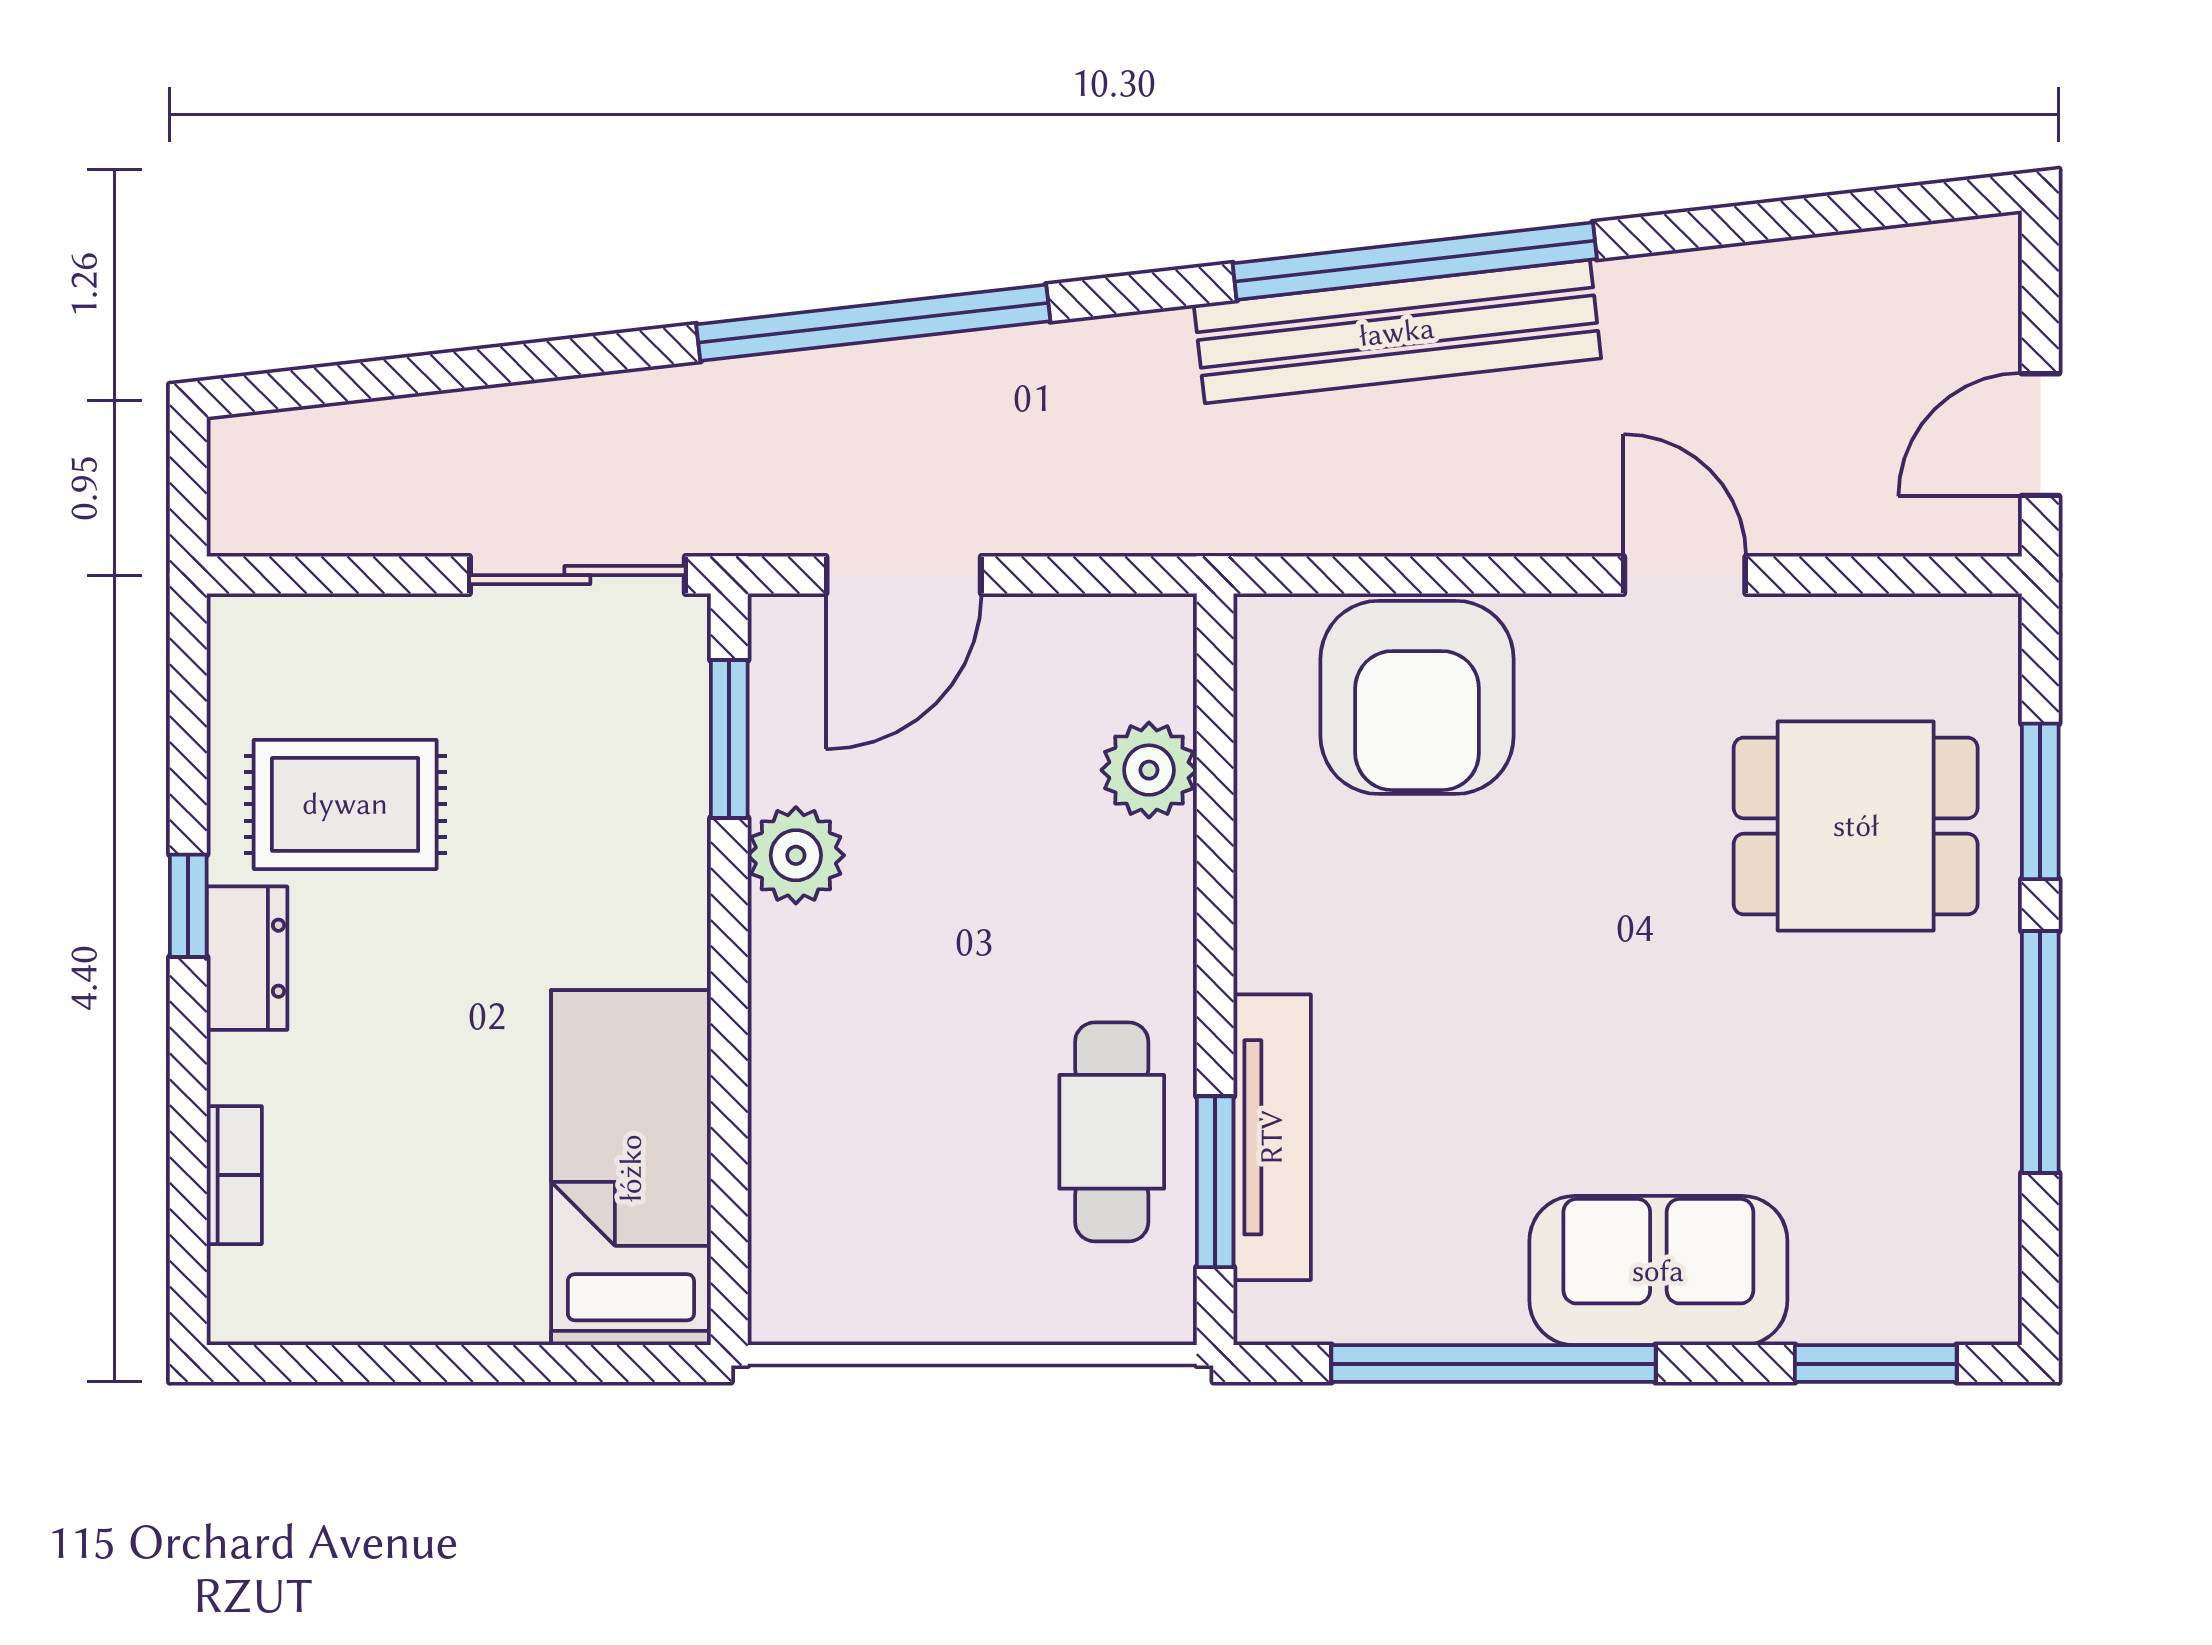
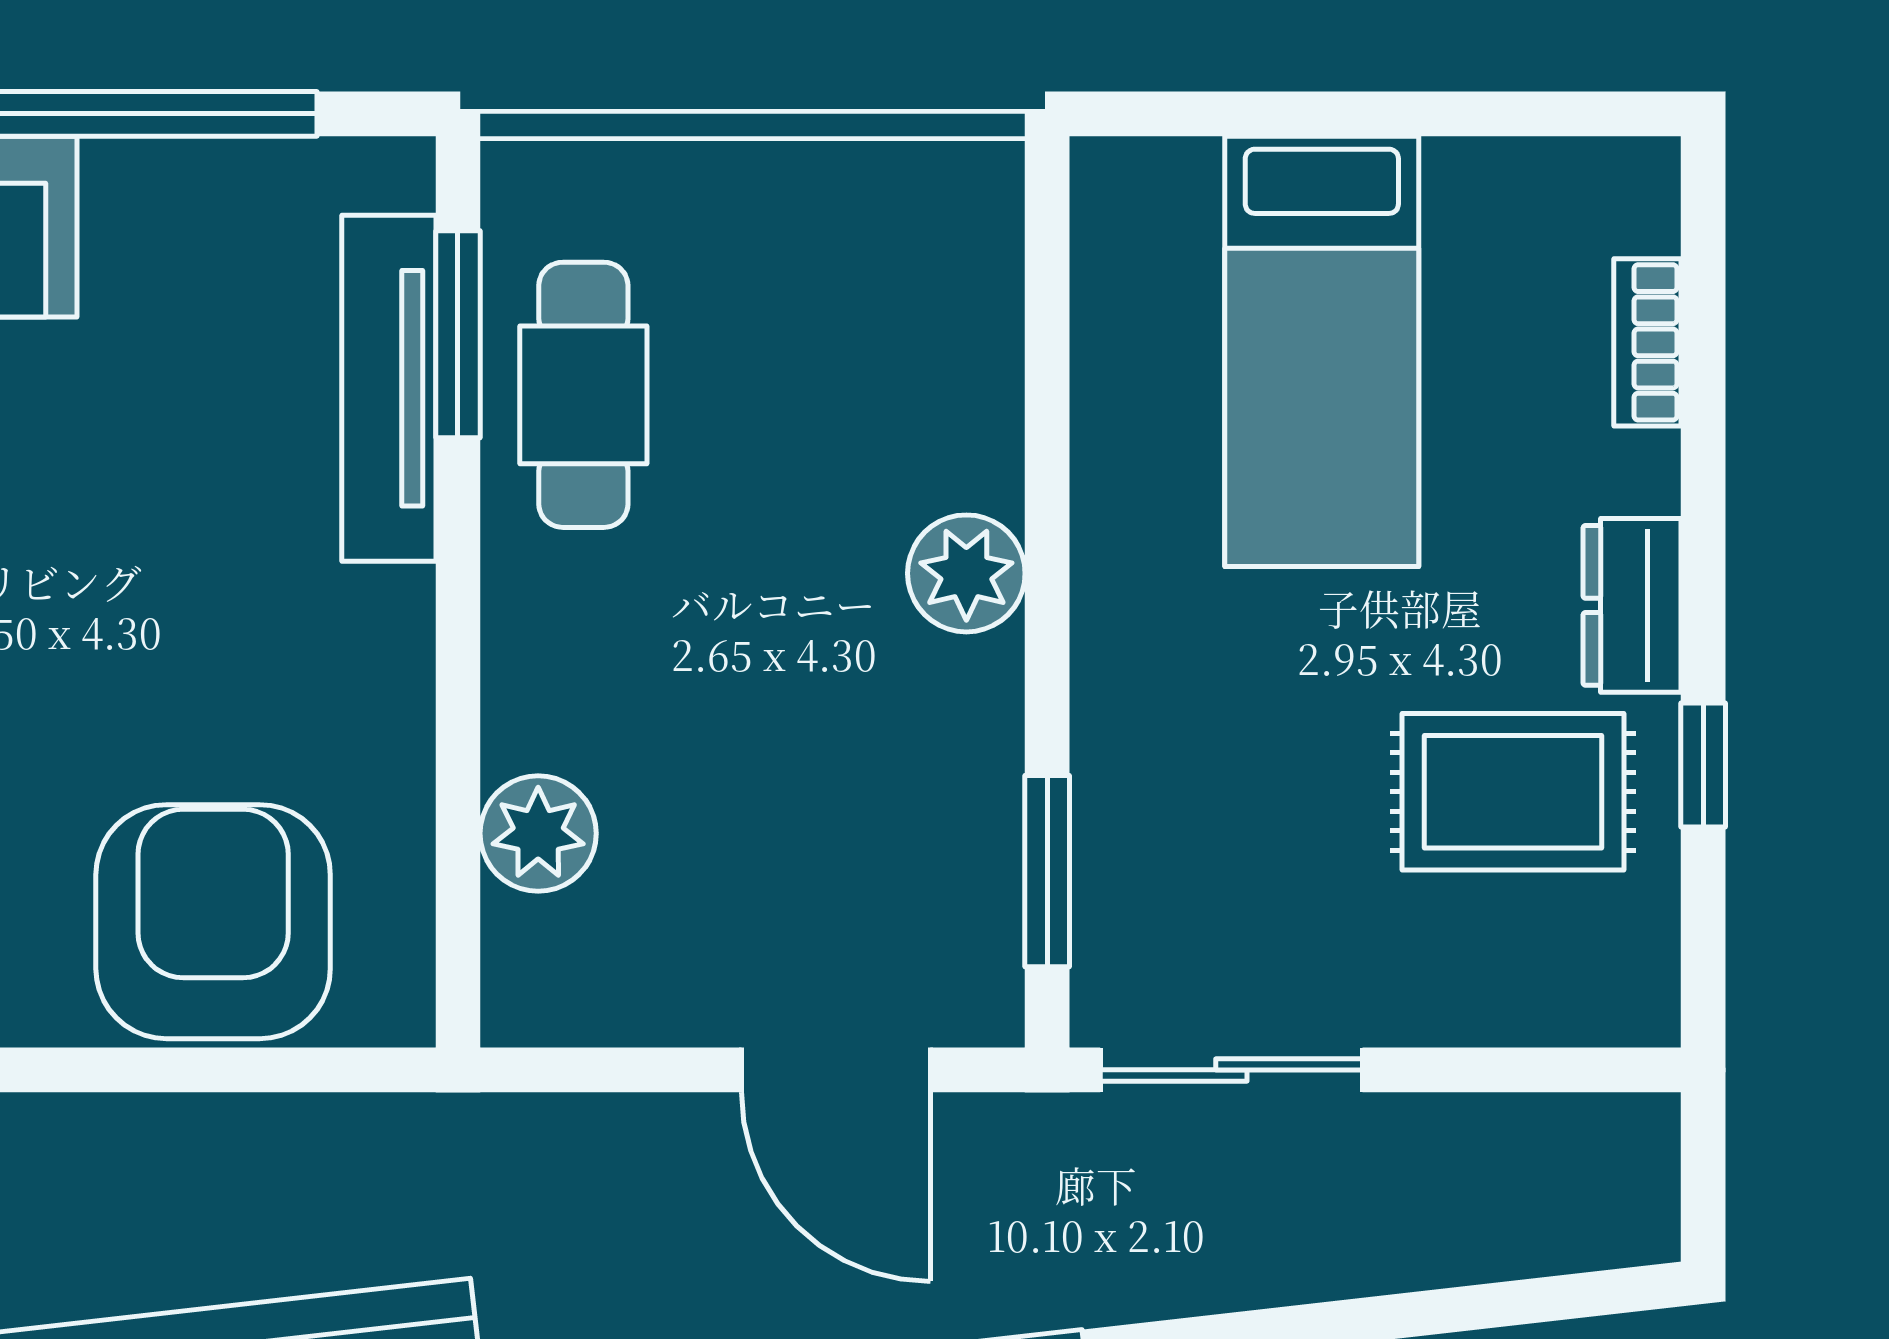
door: (904, 575) -> (836, 1070), swing flipped
plant: (796, 855) -> (966, 573), moved
window: (188, 906) -> (1703, 765), moved
bed: (631, 1168) -> (1322, 351), moved

